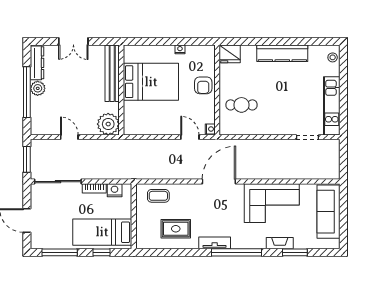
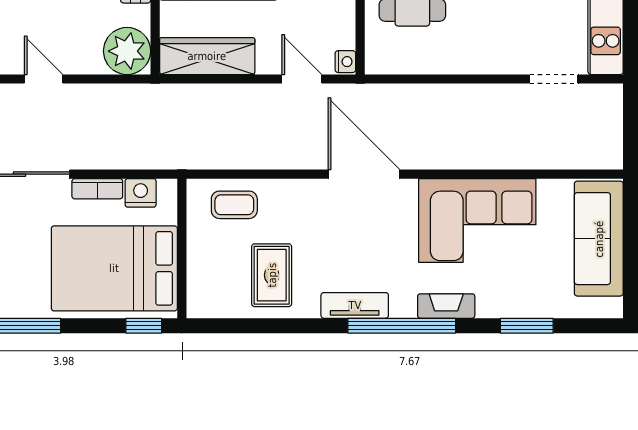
wardrobe: (146, 126) -> (207, 56), added
door: (219, 182) -> (364, 174), hinge flipped
rug: (176, 229) -> (272, 275), turned 90
bed: (102, 232) -> (114, 268), width x1.50
fireplace: (280, 243) -> (446, 306), moved
window: (101, 252) -> (144, 326), moved

